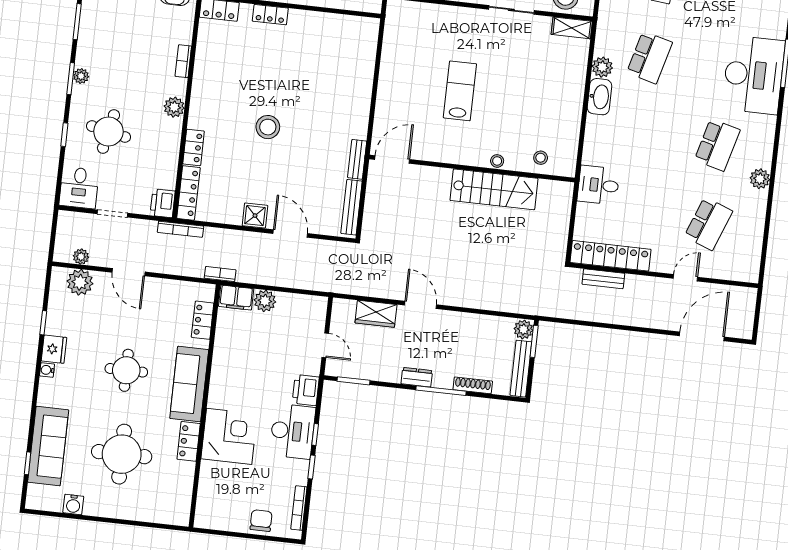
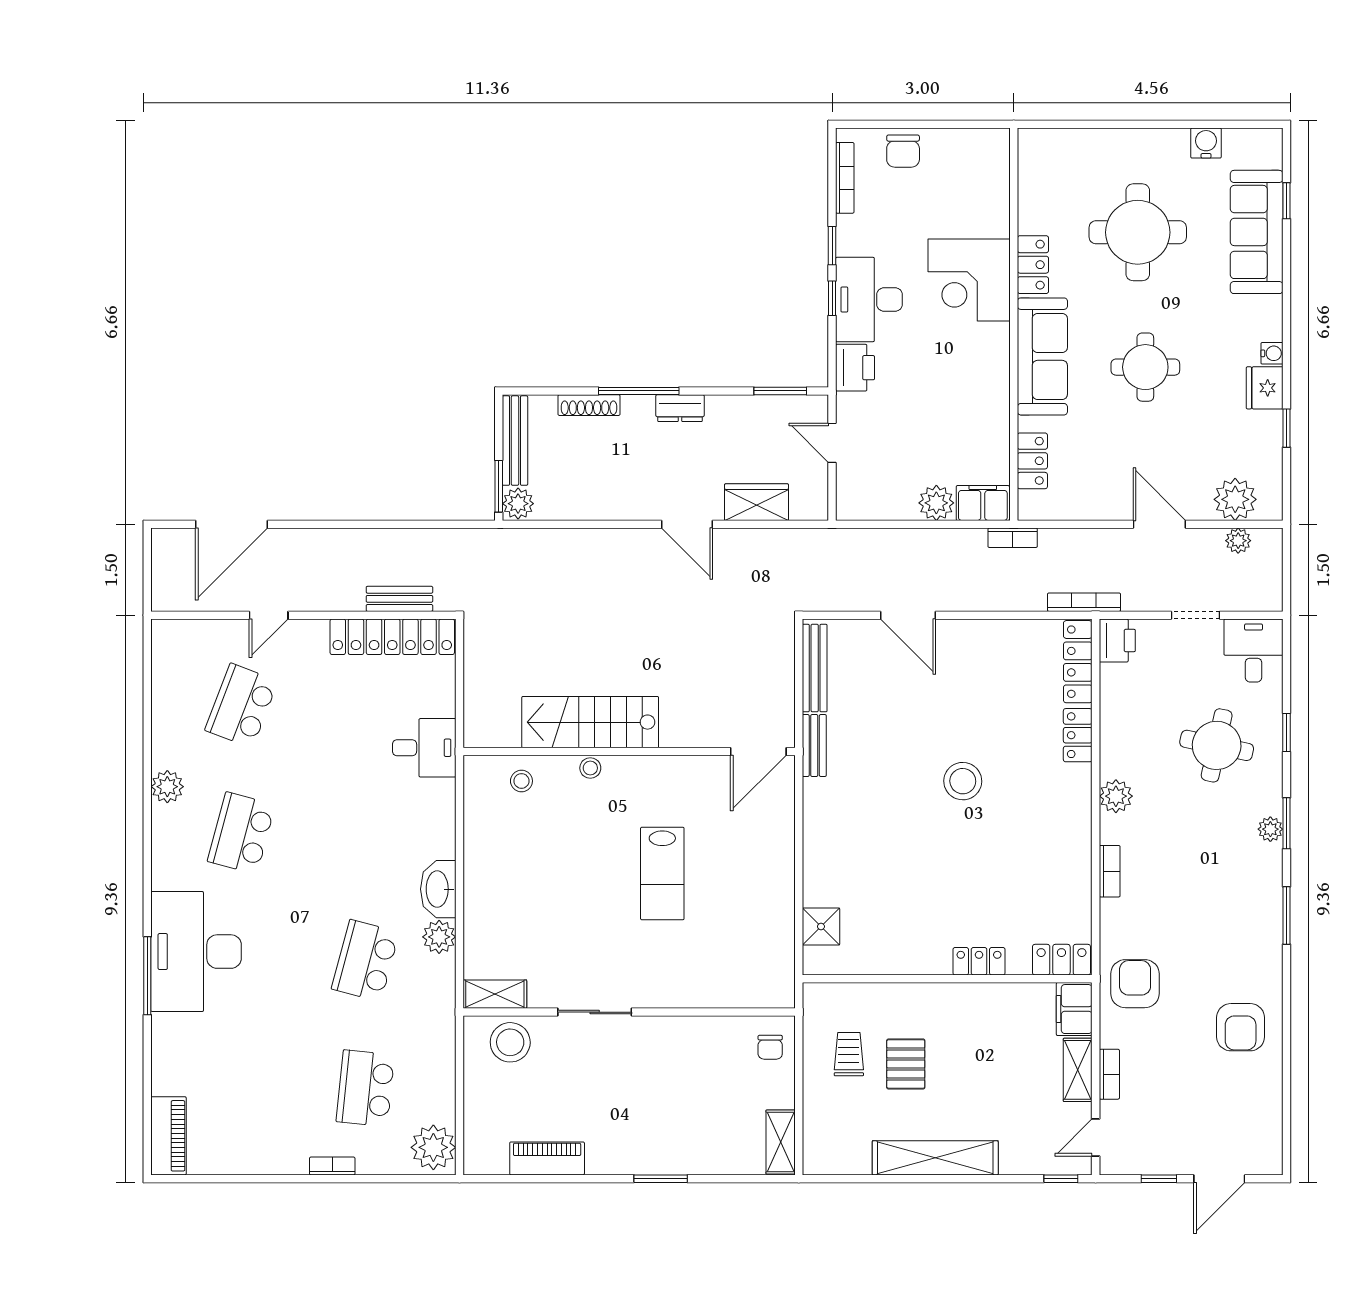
shower: (255, 216) -> (821, 926), moved

